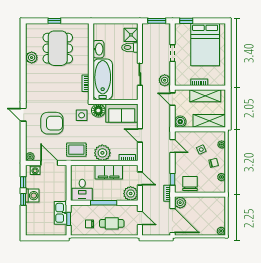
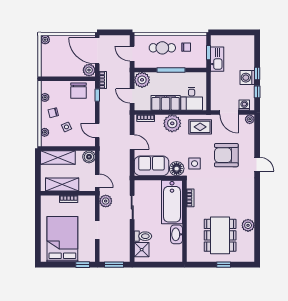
desk: (82, 190) -> (192, 99), moved, turned 180

